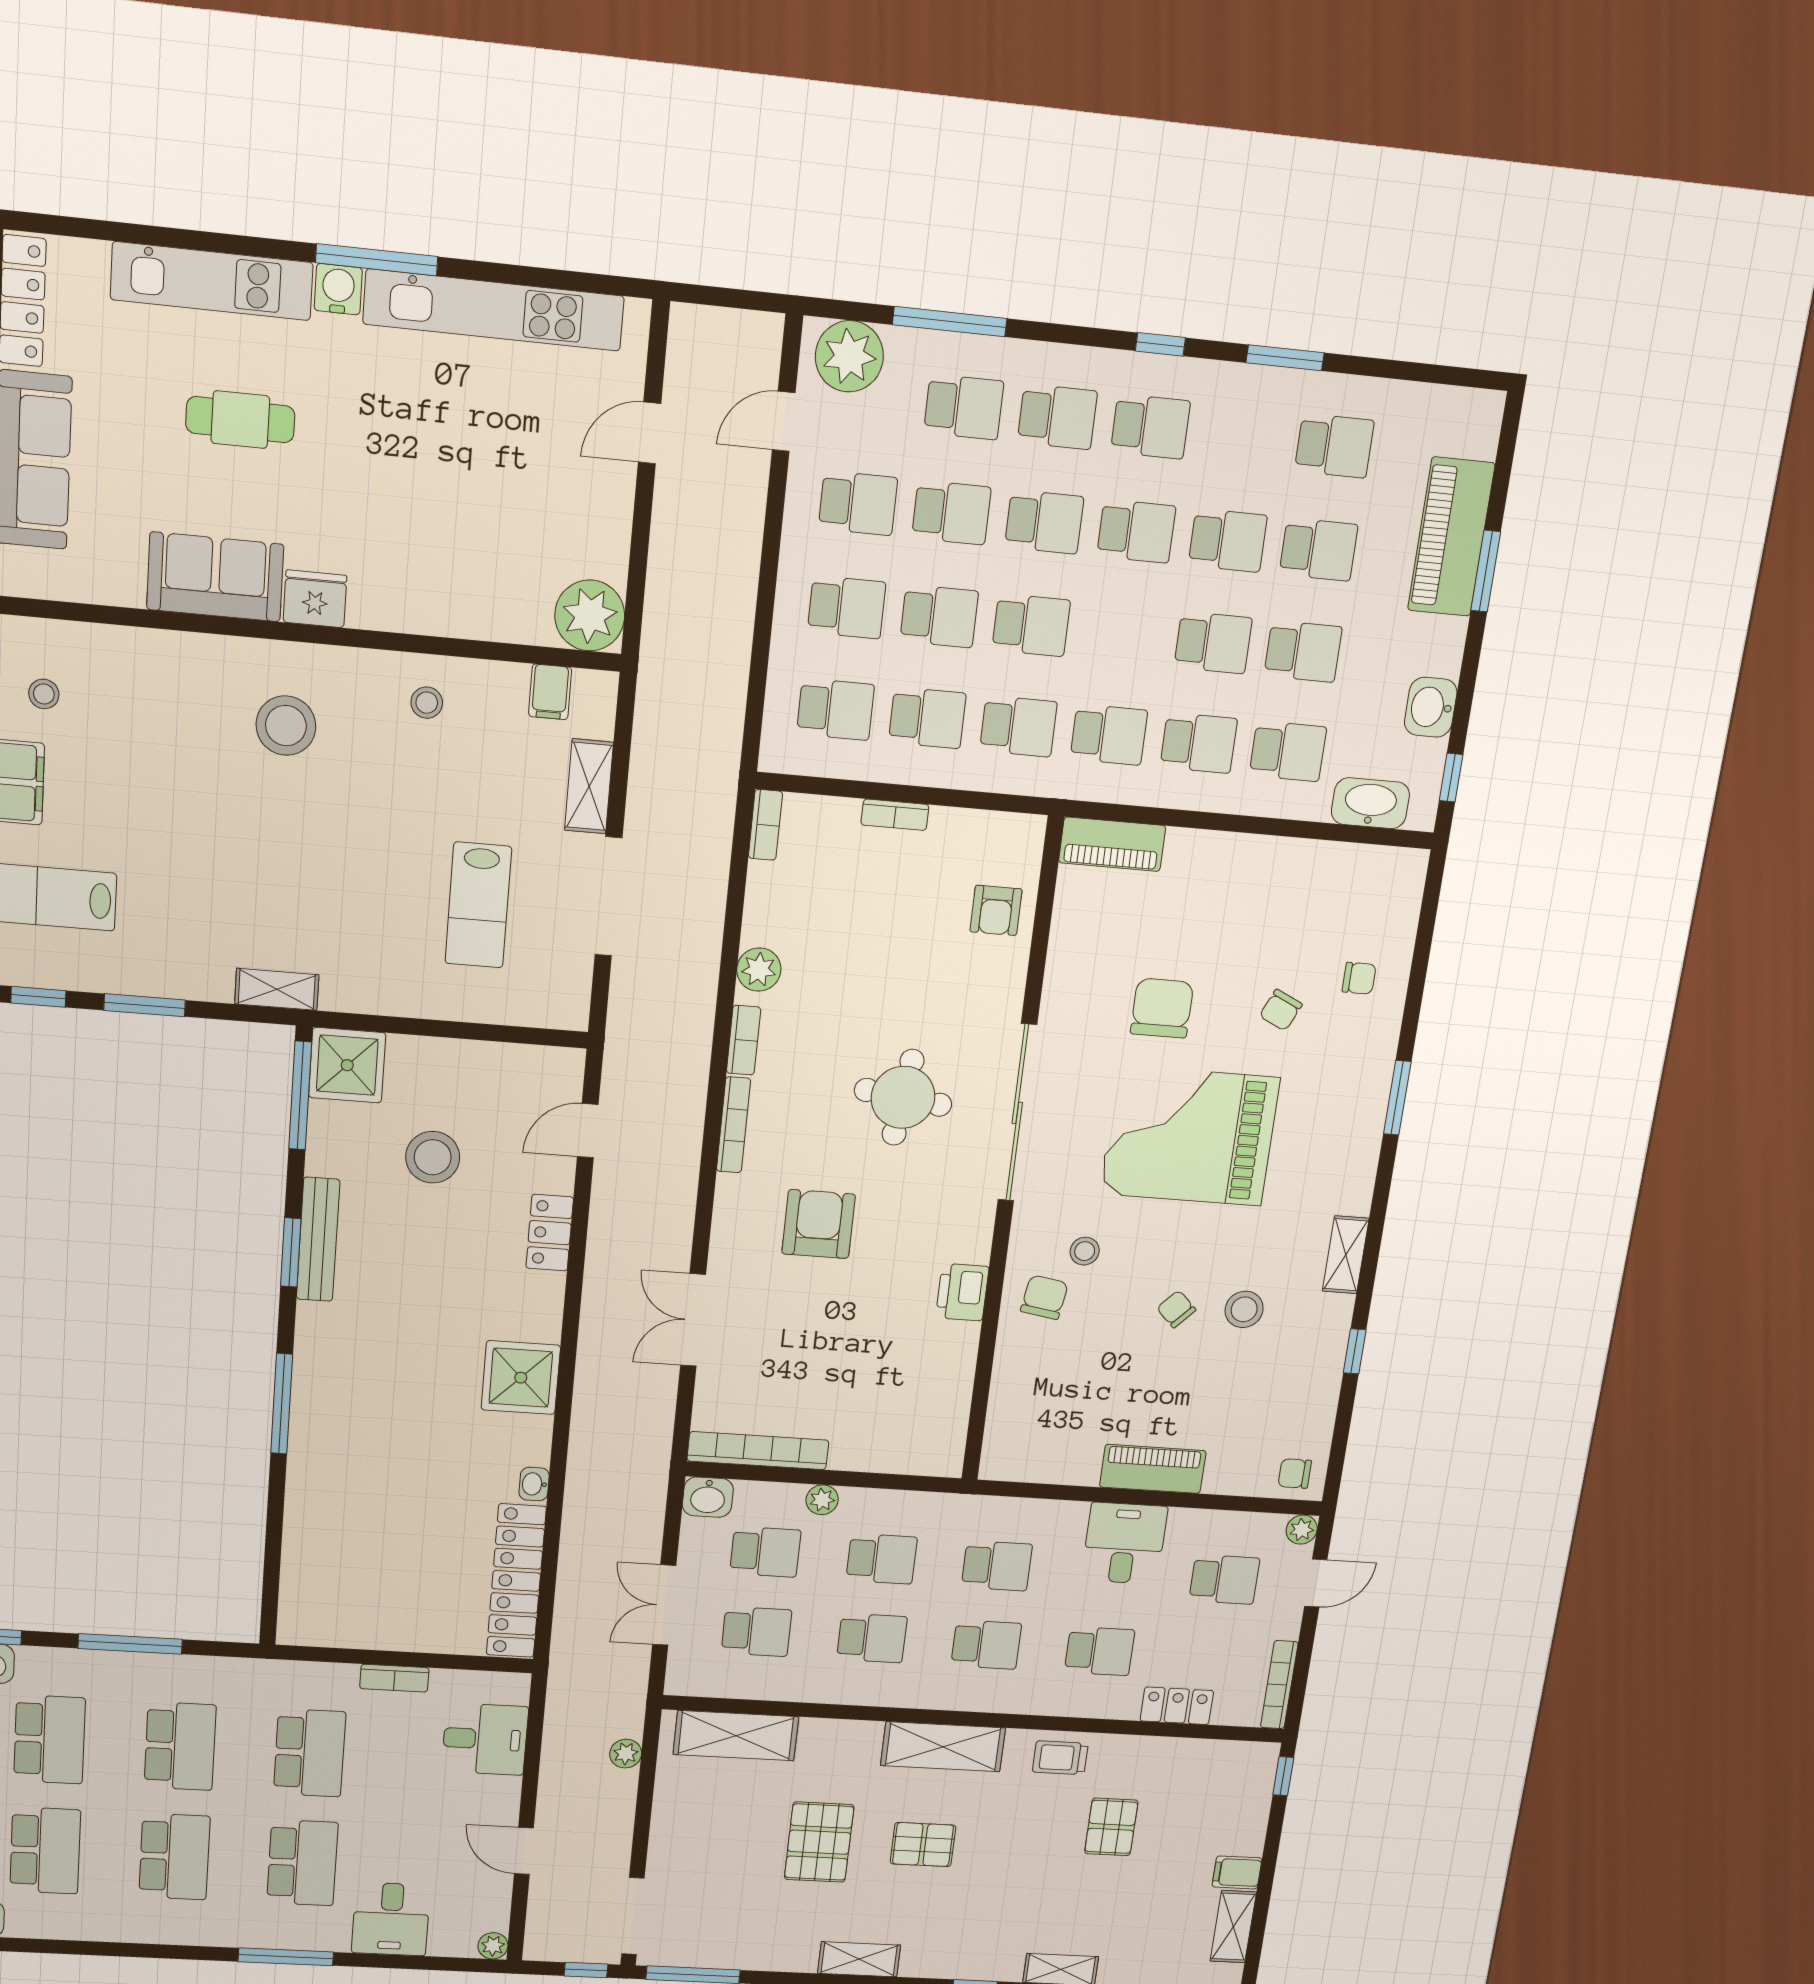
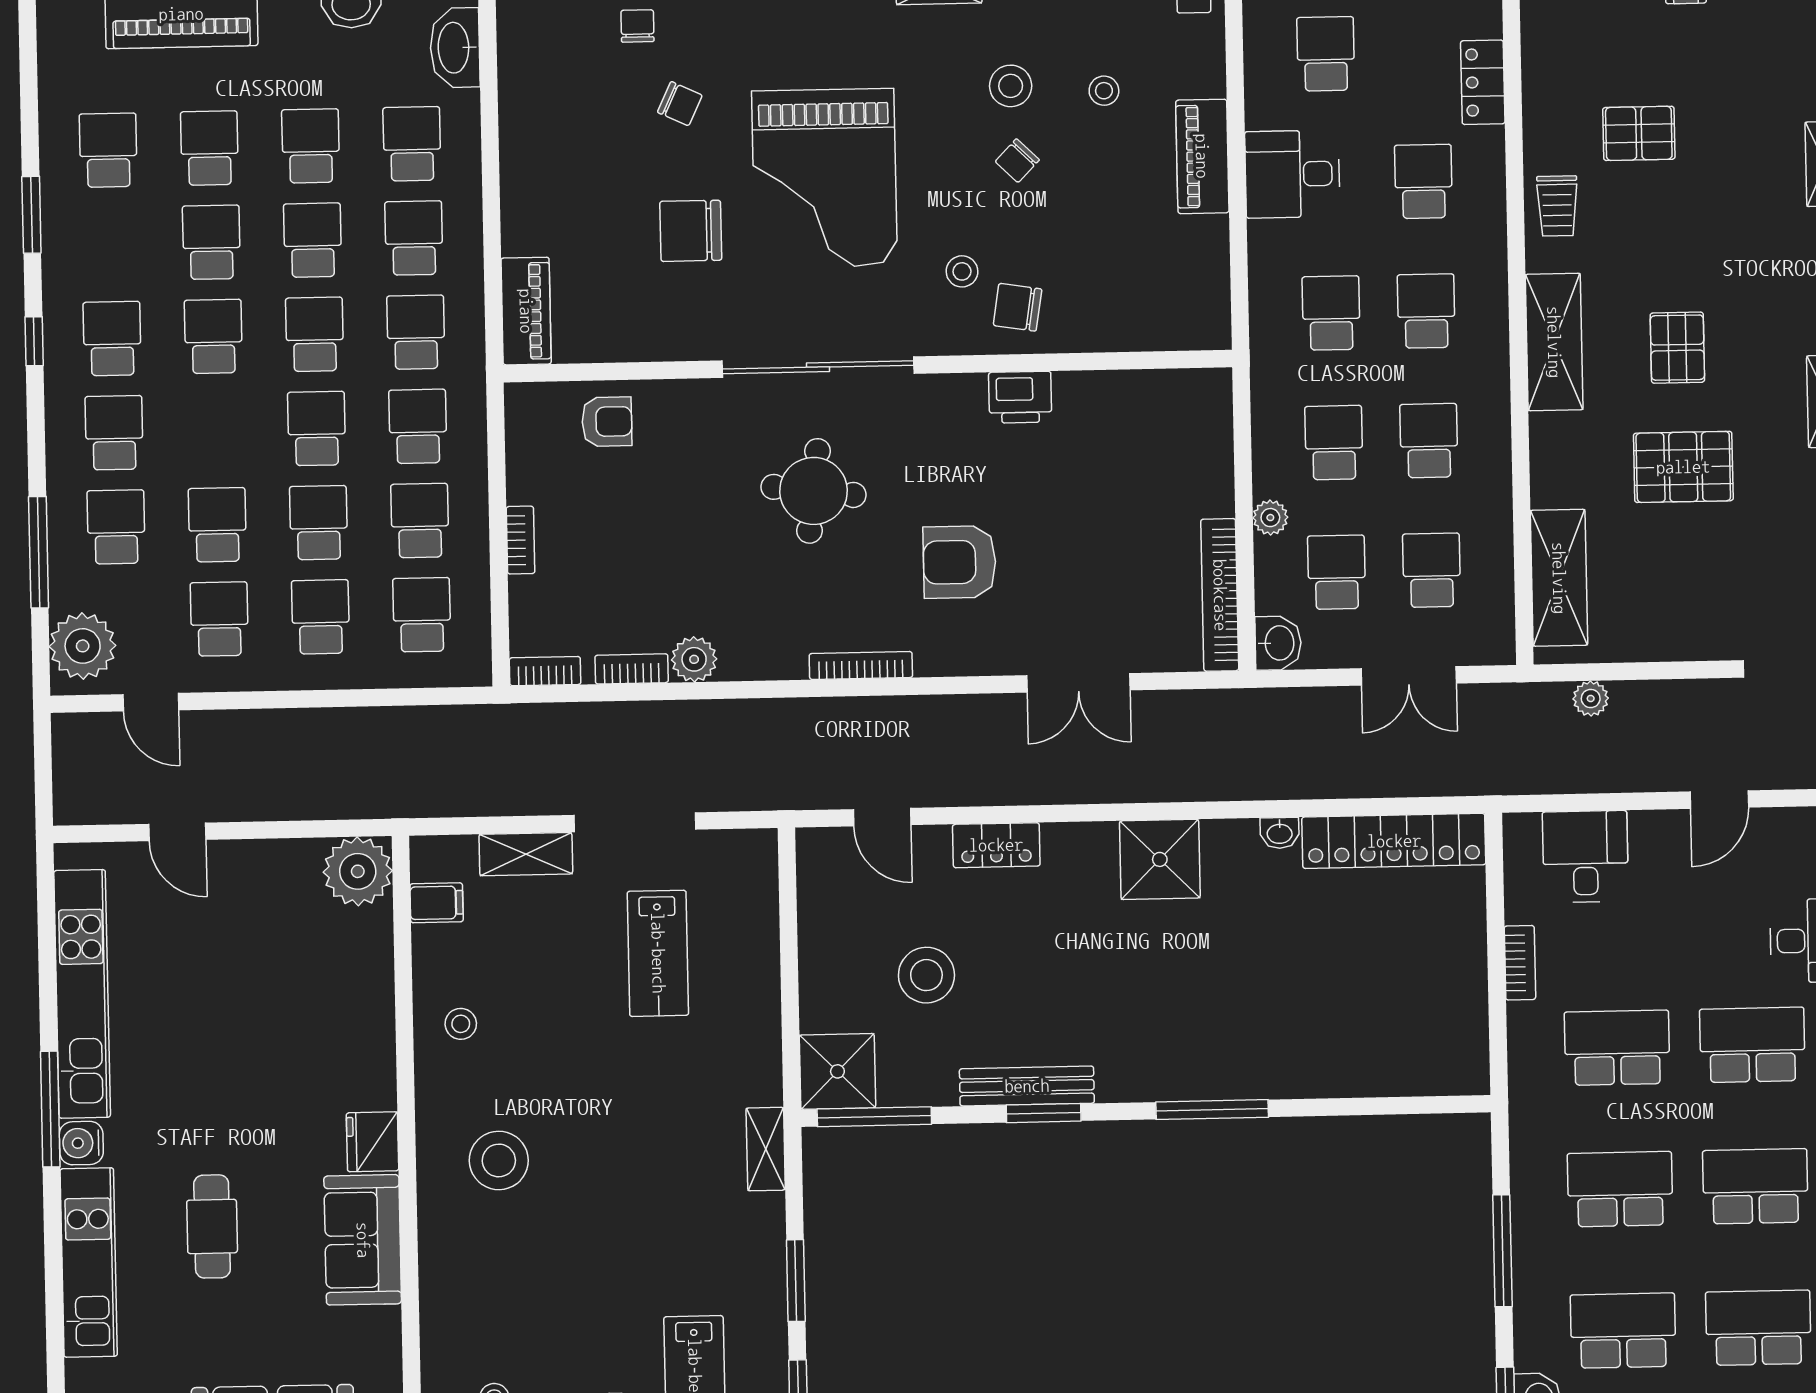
school desk: (1044, 522) -> (315, 334), moved
lab bench: (478, 905) -> (658, 953), turned 90
bookcase: (744, 1040) -> (632, 669), moved
stool: (1226, 1390) -> (1104, 91), added

